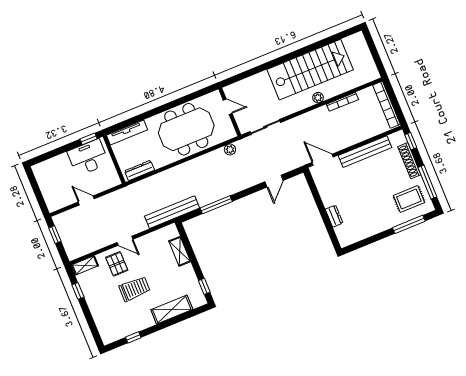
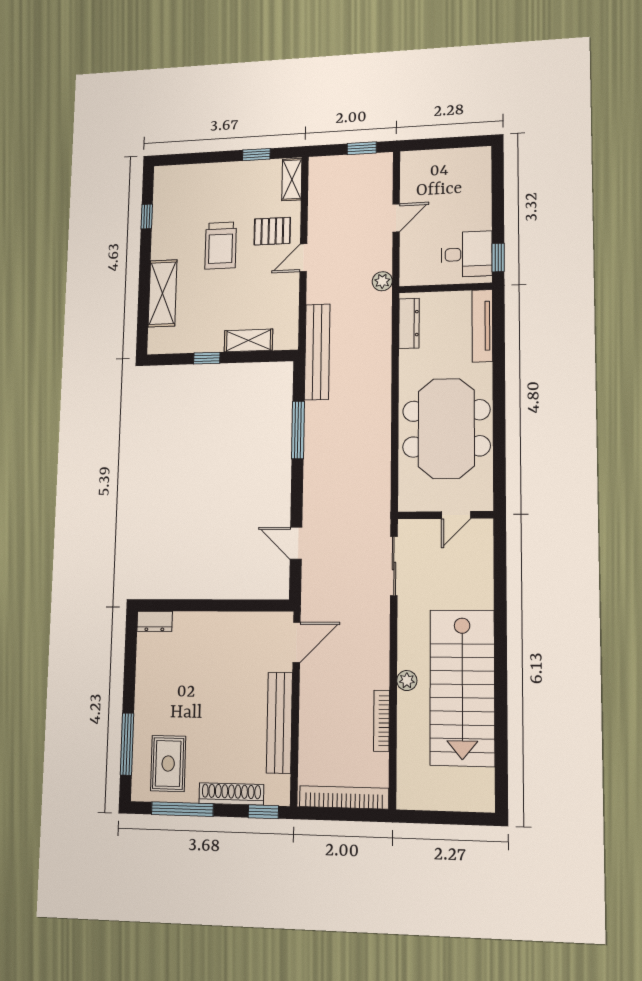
plant: (230, 150) -> (382, 281), moved
desk: (88, 158) -> (467, 254), width x0.73
dresser: (334, 216) -> (155, 621), moved
window: (204, 286) -> (207, 358), moved

